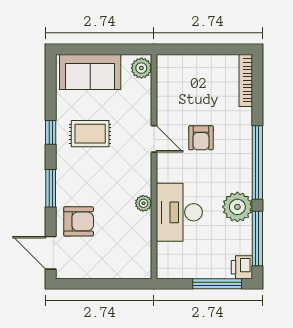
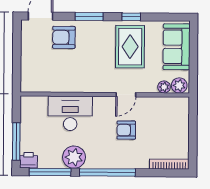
rug: (90, 134) -> (130, 47), width x1.36, depth x1.43
plant: (143, 203) -> (164, 87), moved
armchair: (79, 221) -> (64, 37), turned 90

